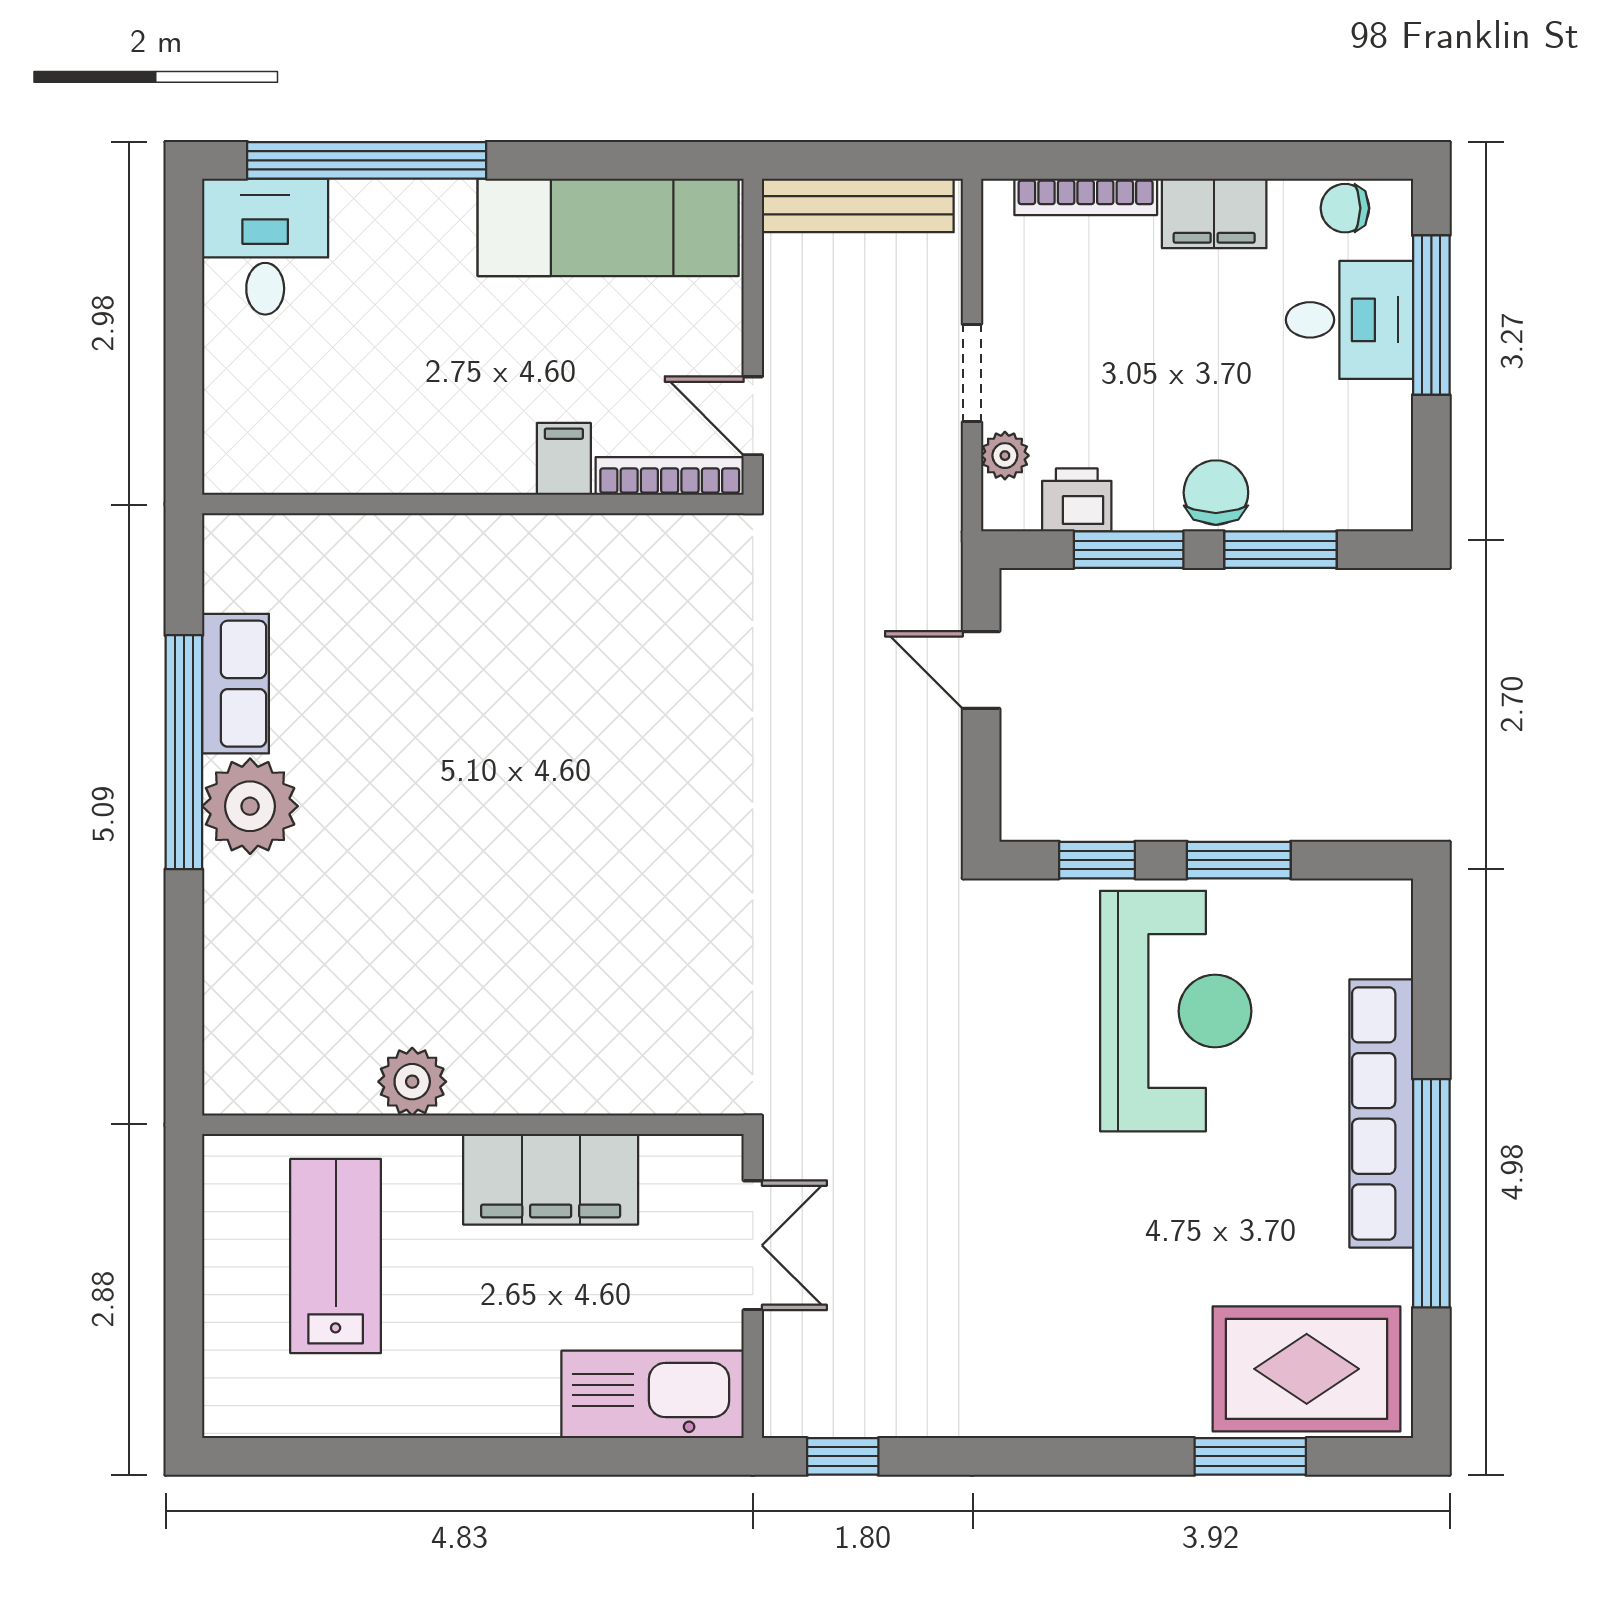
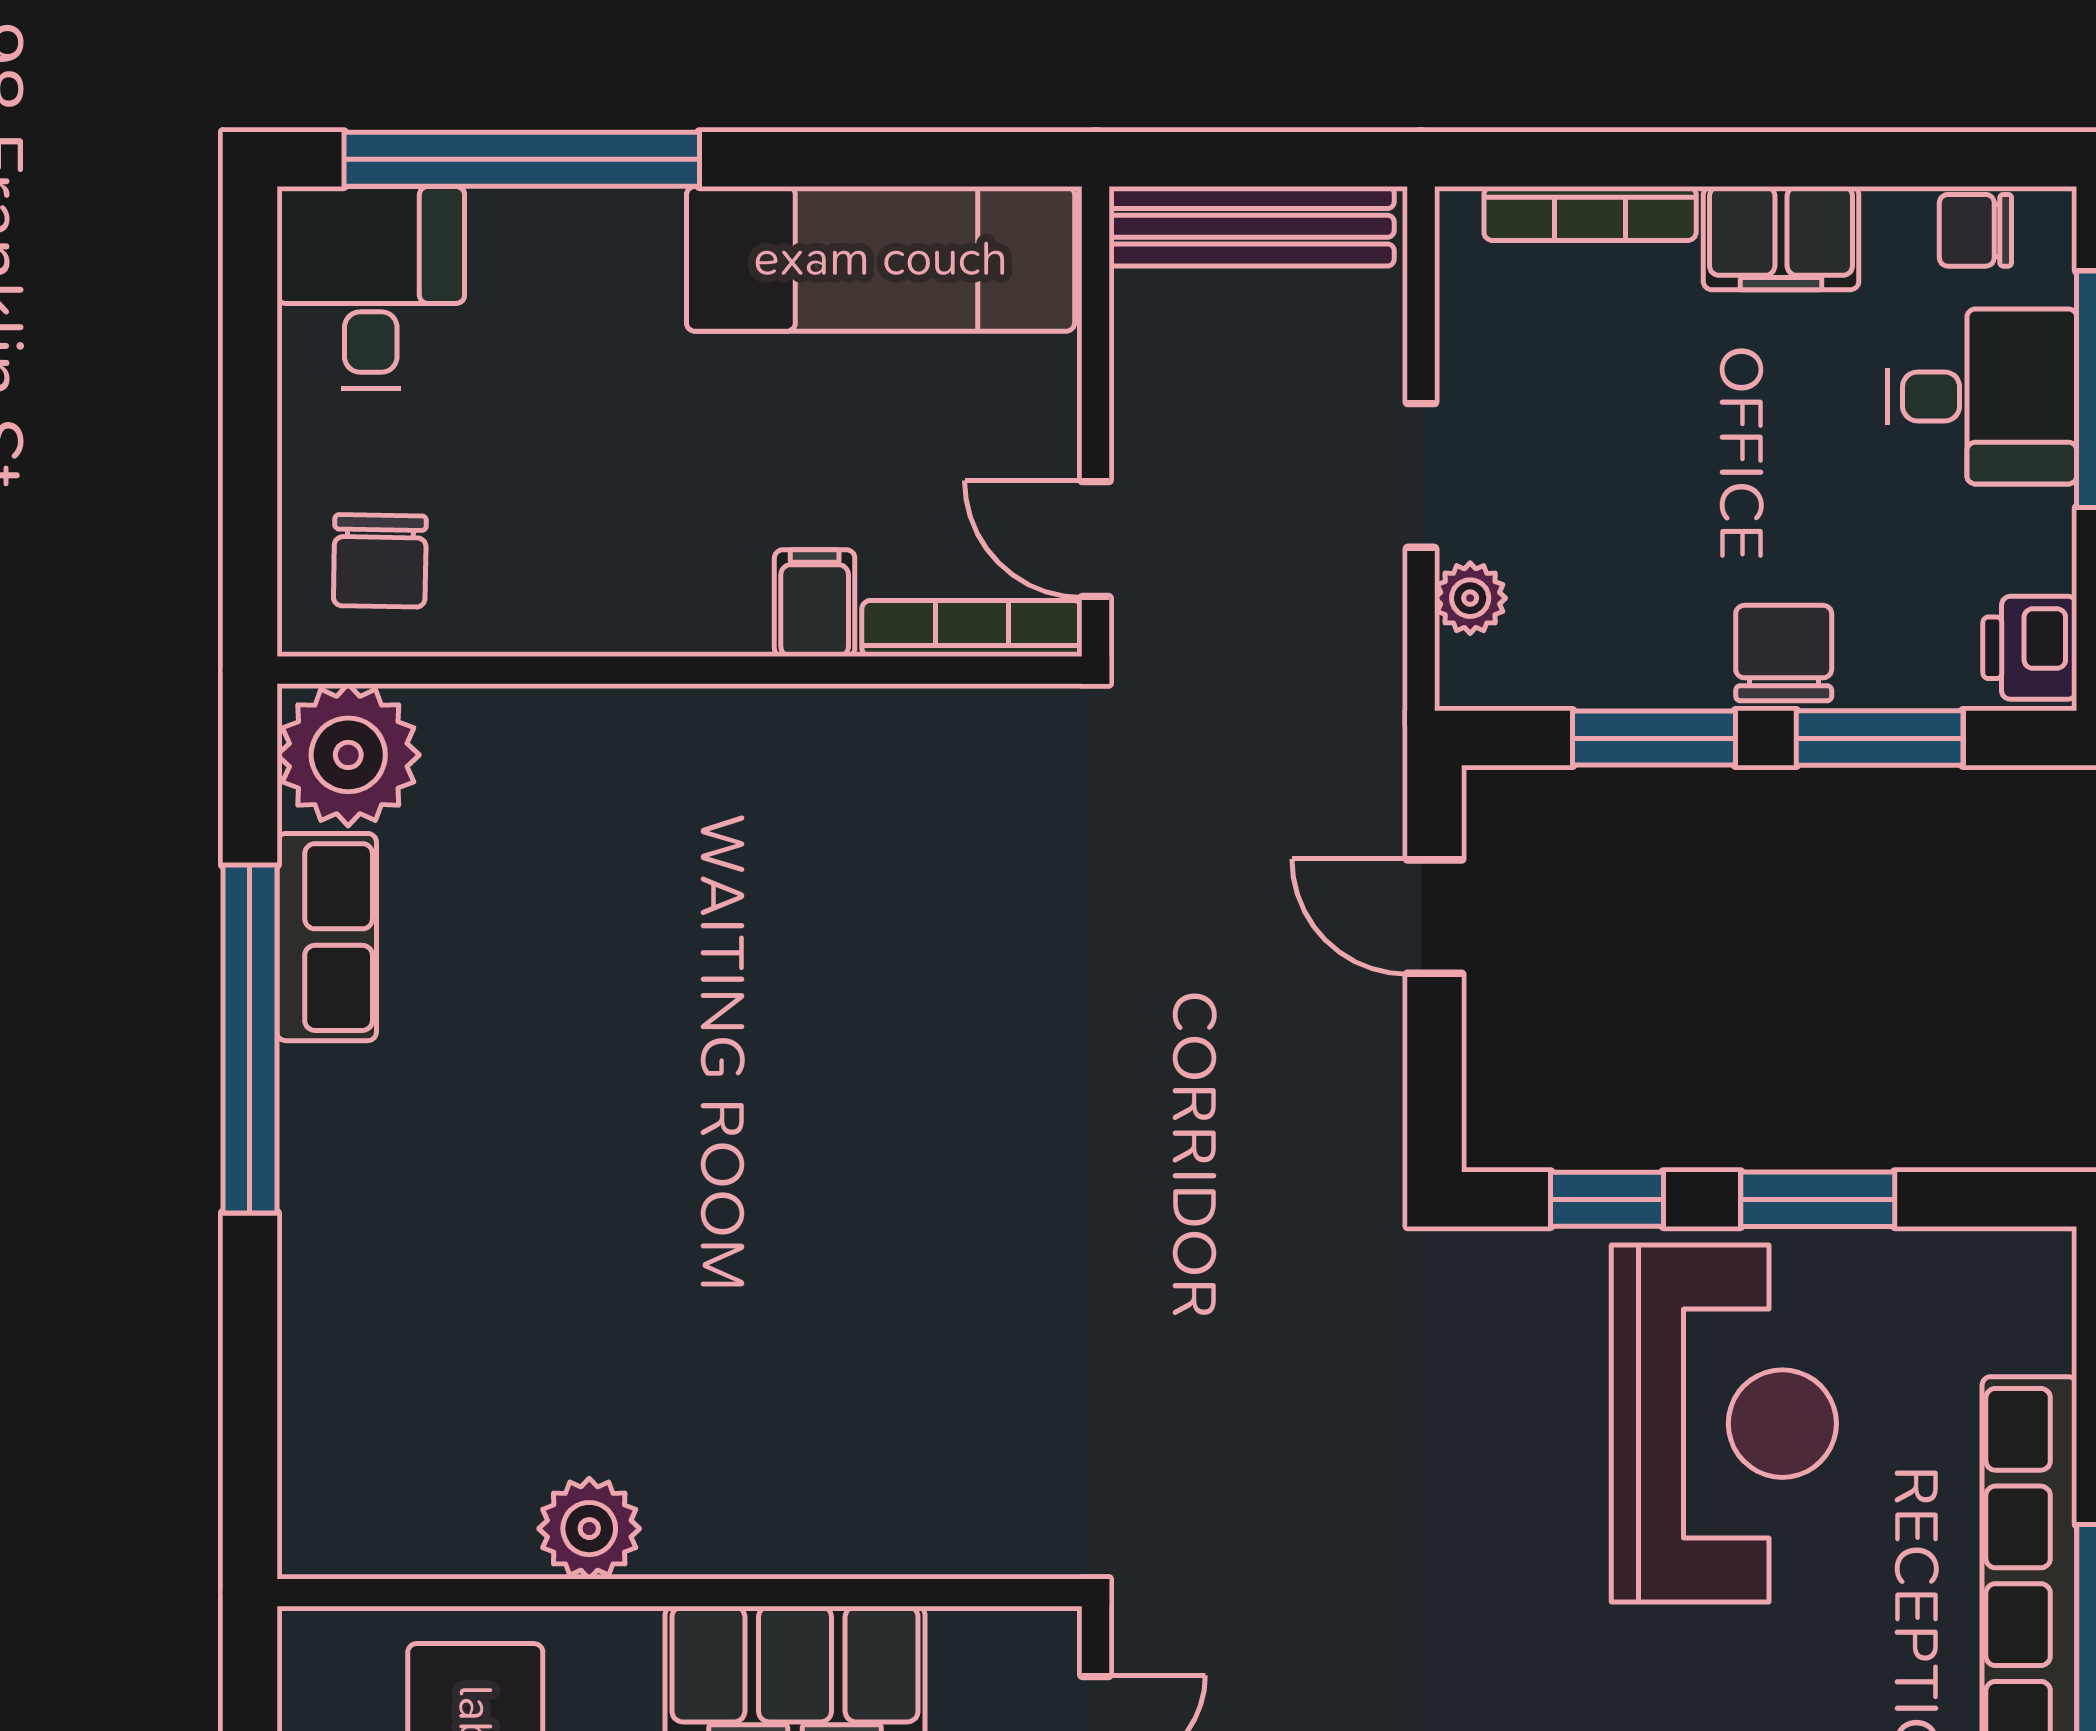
chair: (271, 431) -> (380, 561), added
printer: (1077, 500) -> (2030, 648), moved, turned -90
plant: (250, 806) -> (348, 755), moved

